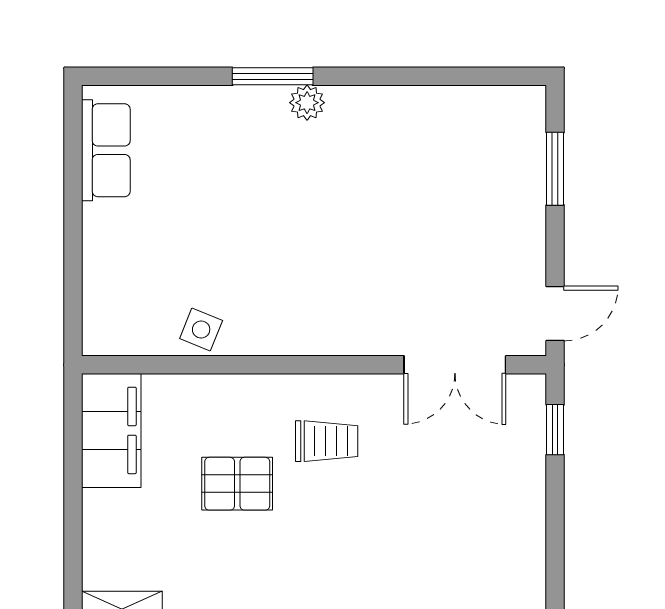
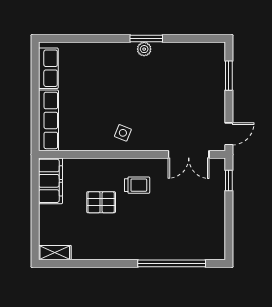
window: (273, 76) -> (146, 38), moved
plant: (307, 103) -> (144, 49), moved
row of seats: (106, 280) -> (48, 120), added
side table: (201, 330) -> (123, 133), moved

